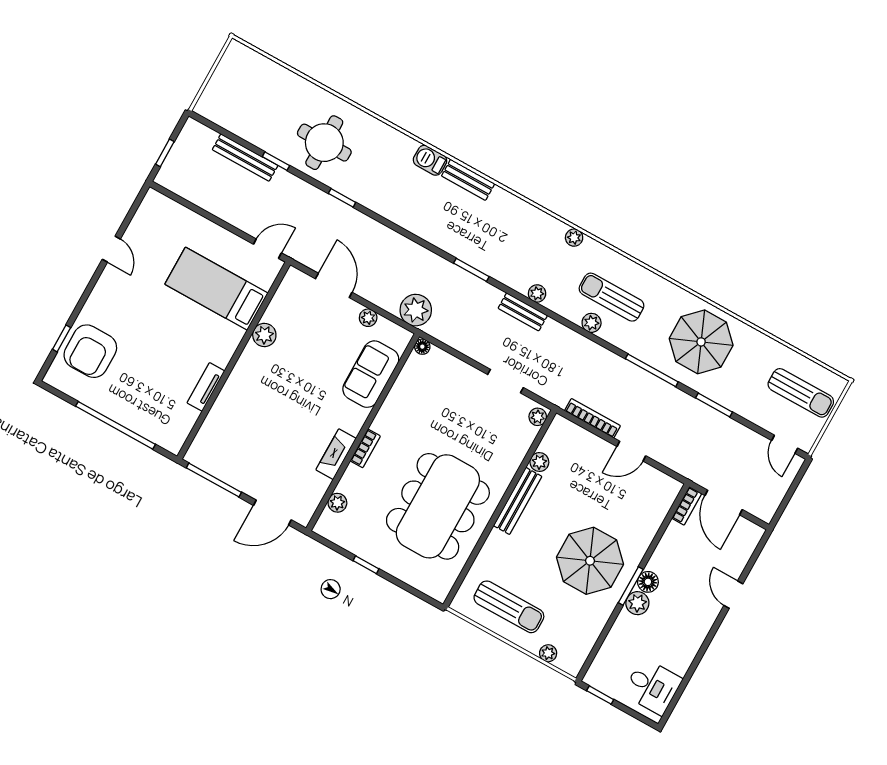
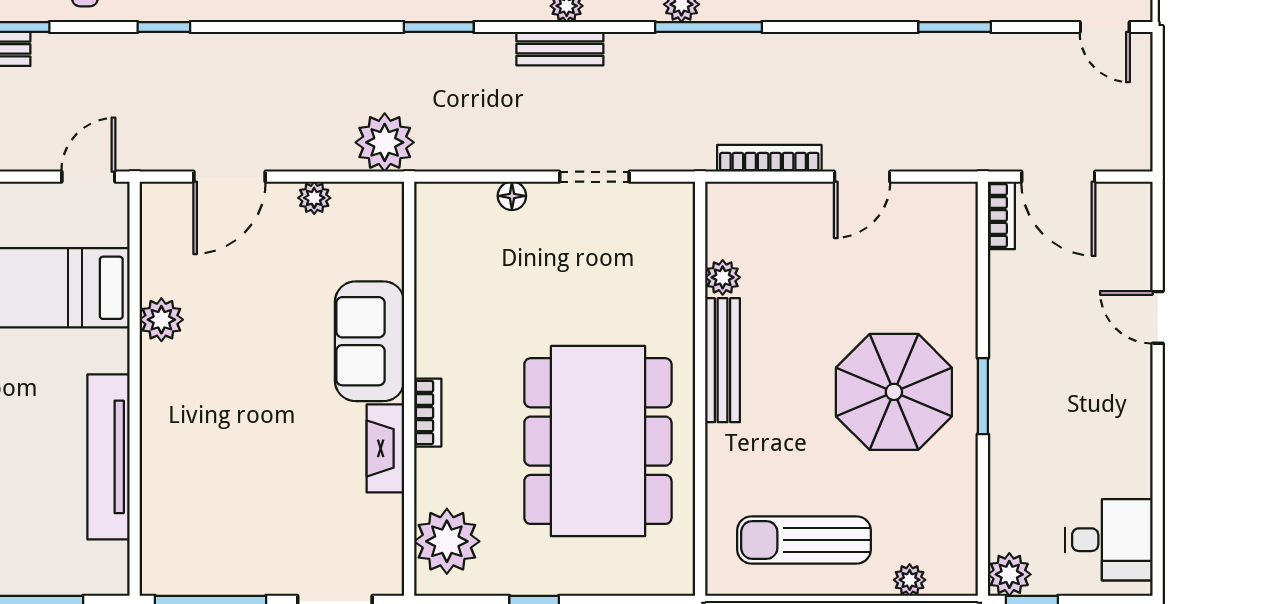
door: (334, 286) -> (229, 177), swing flipped
floor lamp: (422, 347) -> (512, 196), moved
window: (652, 370) -> (709, 27), moved
sofa: (371, 374) -> (370, 341), moved
tv unit: (206, 387) -> (109, 457), width x1.92, depth x1.29
plant: (538, 417) -> (679, 206), removed
plant: (337, 503) -> (447, 541), width x1.87, depth x1.87
floor lamp: (648, 582) -> (1007, 374), removed
plant: (637, 603) -> (1009, 574), moved
sun lounger: (509, 607) -> (804, 540), turned 180

